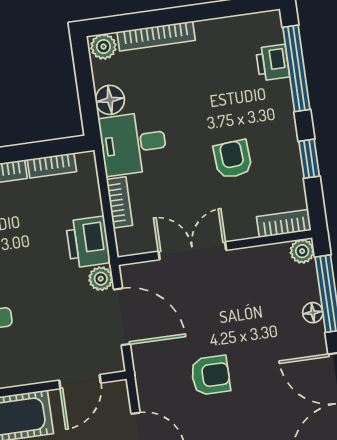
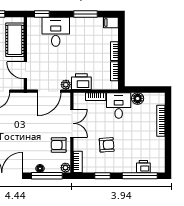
plant: (103, 47) -> (160, 99), removed
armchair: (211, 375) -> (59, 145), moved, turned 90

